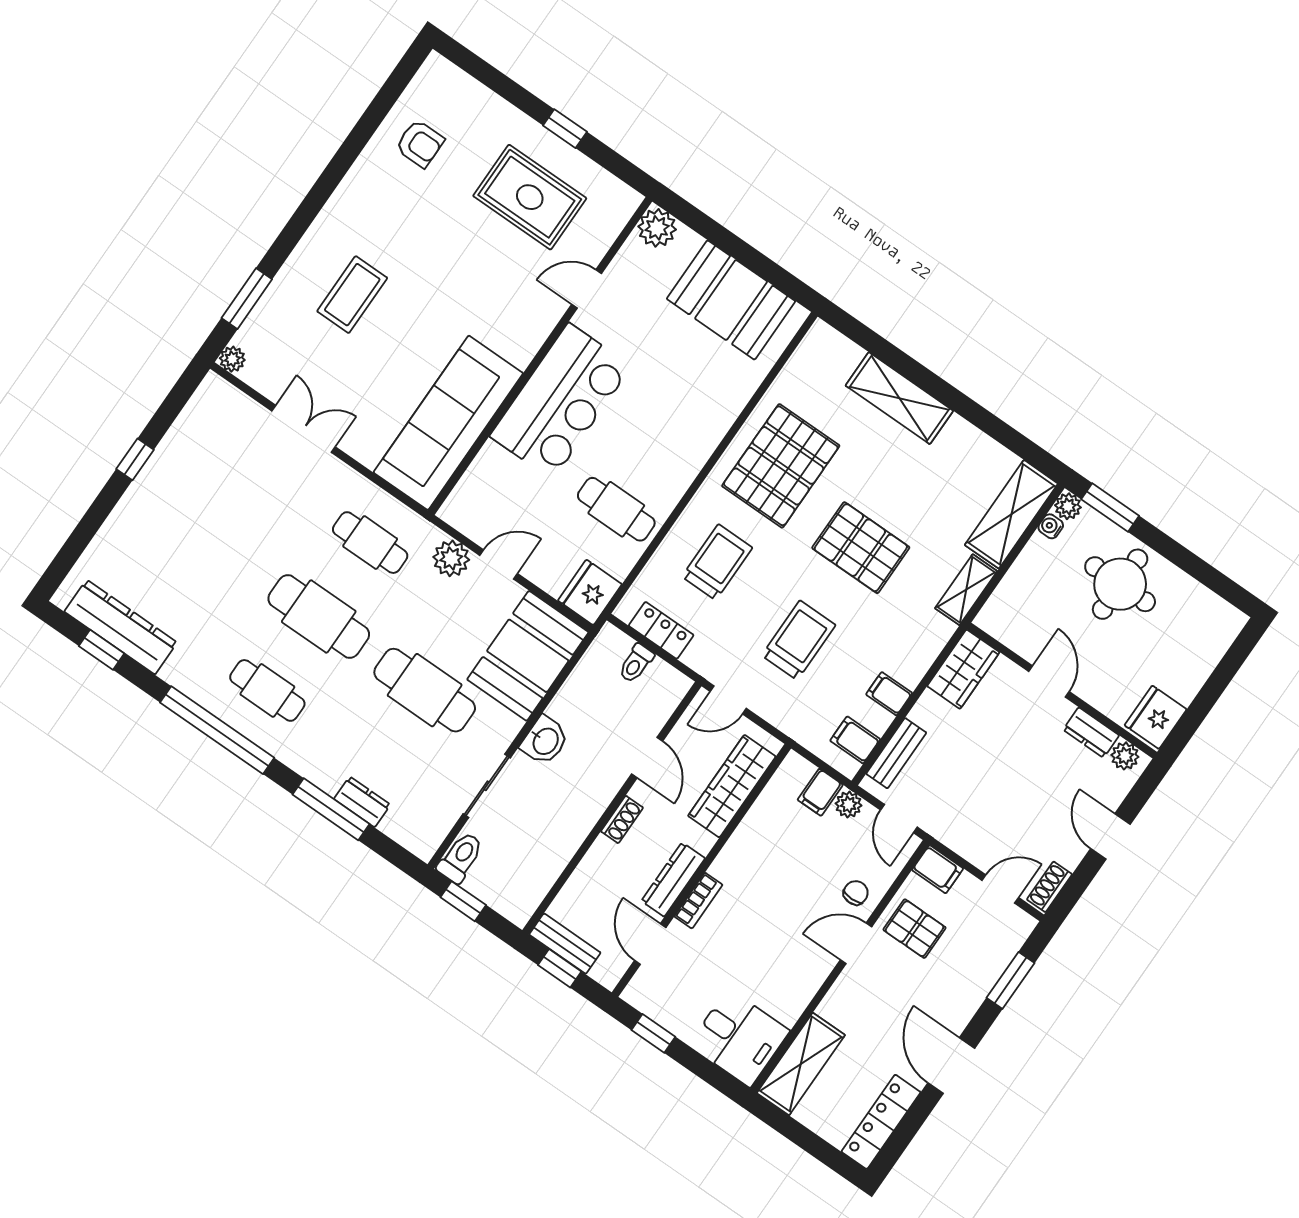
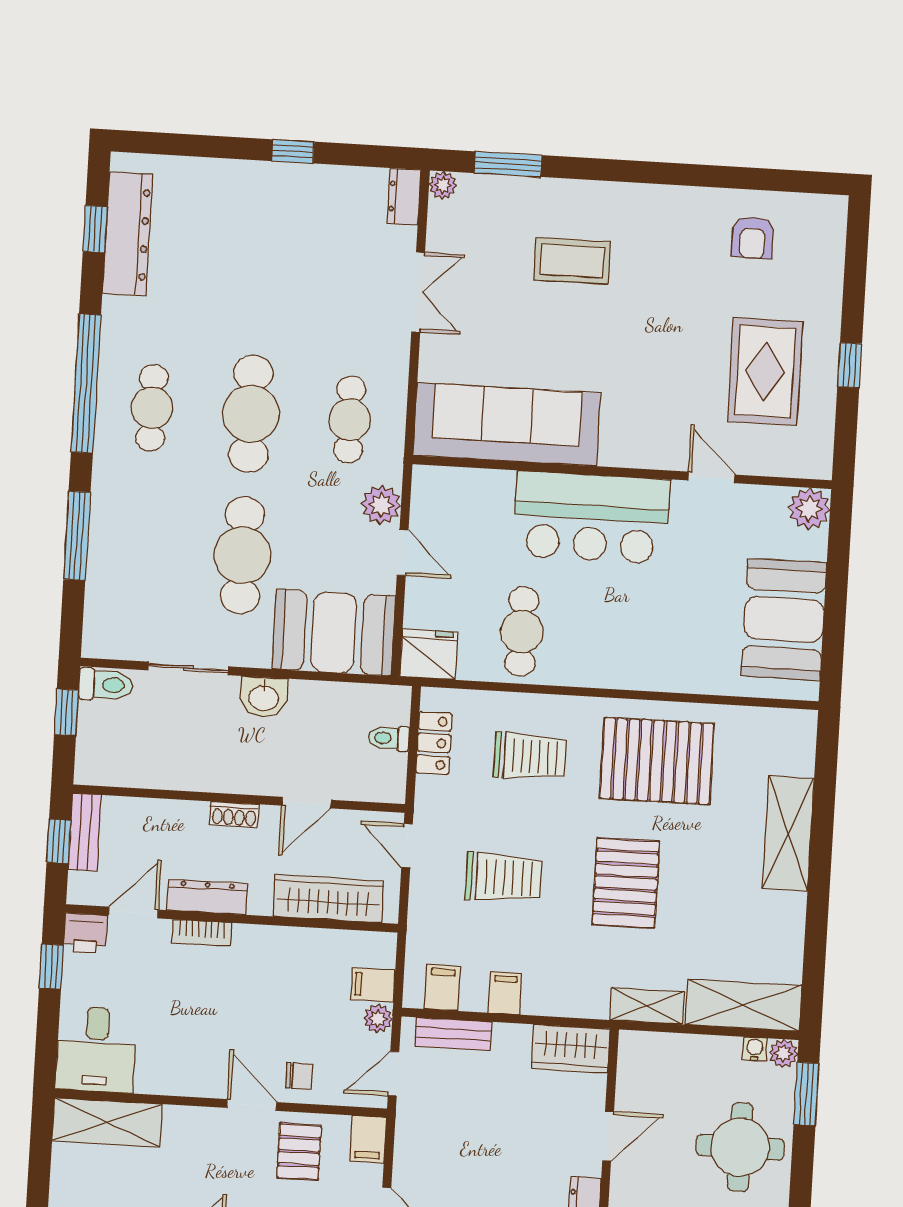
dresser: (362, 802) -> (404, 197), moved, turned 180
printer: (644, 991) -> (85, 933), added

